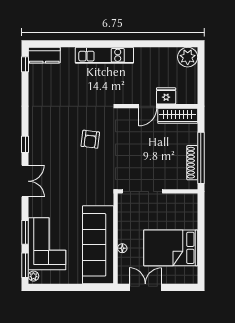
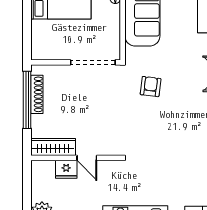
door: (148, 106) -> (87, 158), swing flipped
armchair: (90, 139) -> (151, 87), moved

